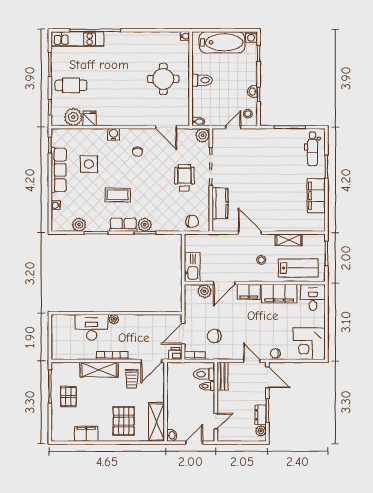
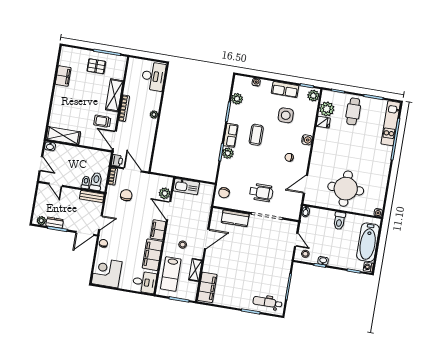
round table: (163, 79) -> (346, 189), width x1.36, depth x1.36
plant: (203, 135) -> (313, 96), moved
row of seats: (59, 170) -> (285, 90), width x0.68
filing cabinet: (316, 196) -> (207, 287), moved, turned 90
desk: (92, 327) -> (153, 76), moved
pallet: (124, 421) -> (68, 109), removed

